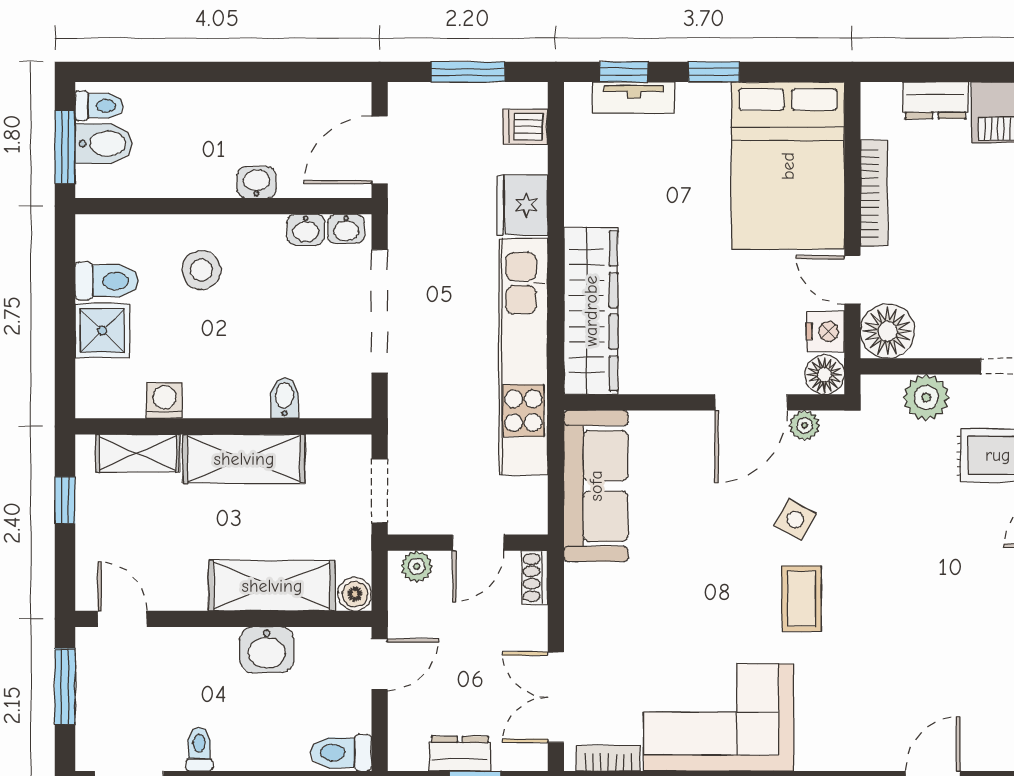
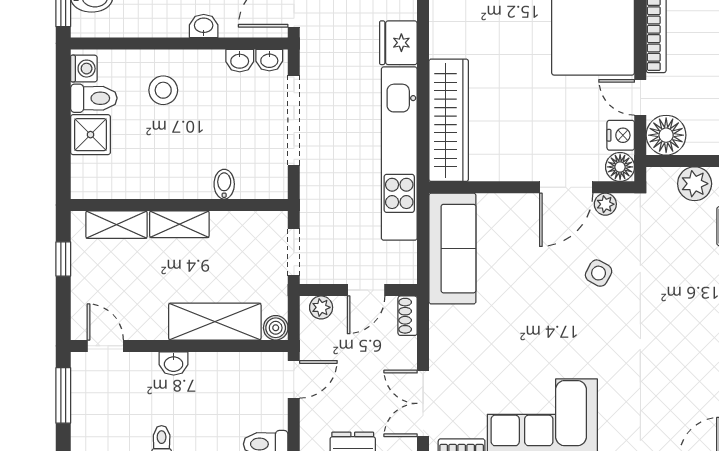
washing machine: (164, 400) -> (84, 69), moved, turned 90
shelving: (244, 459) -> (179, 224), width x0.67, depth x0.75
coffee table: (802, 599) -> (603, 331), removed
washbasin: (267, 650) -> (174, 363), moved, width x0.72, depth x0.69

